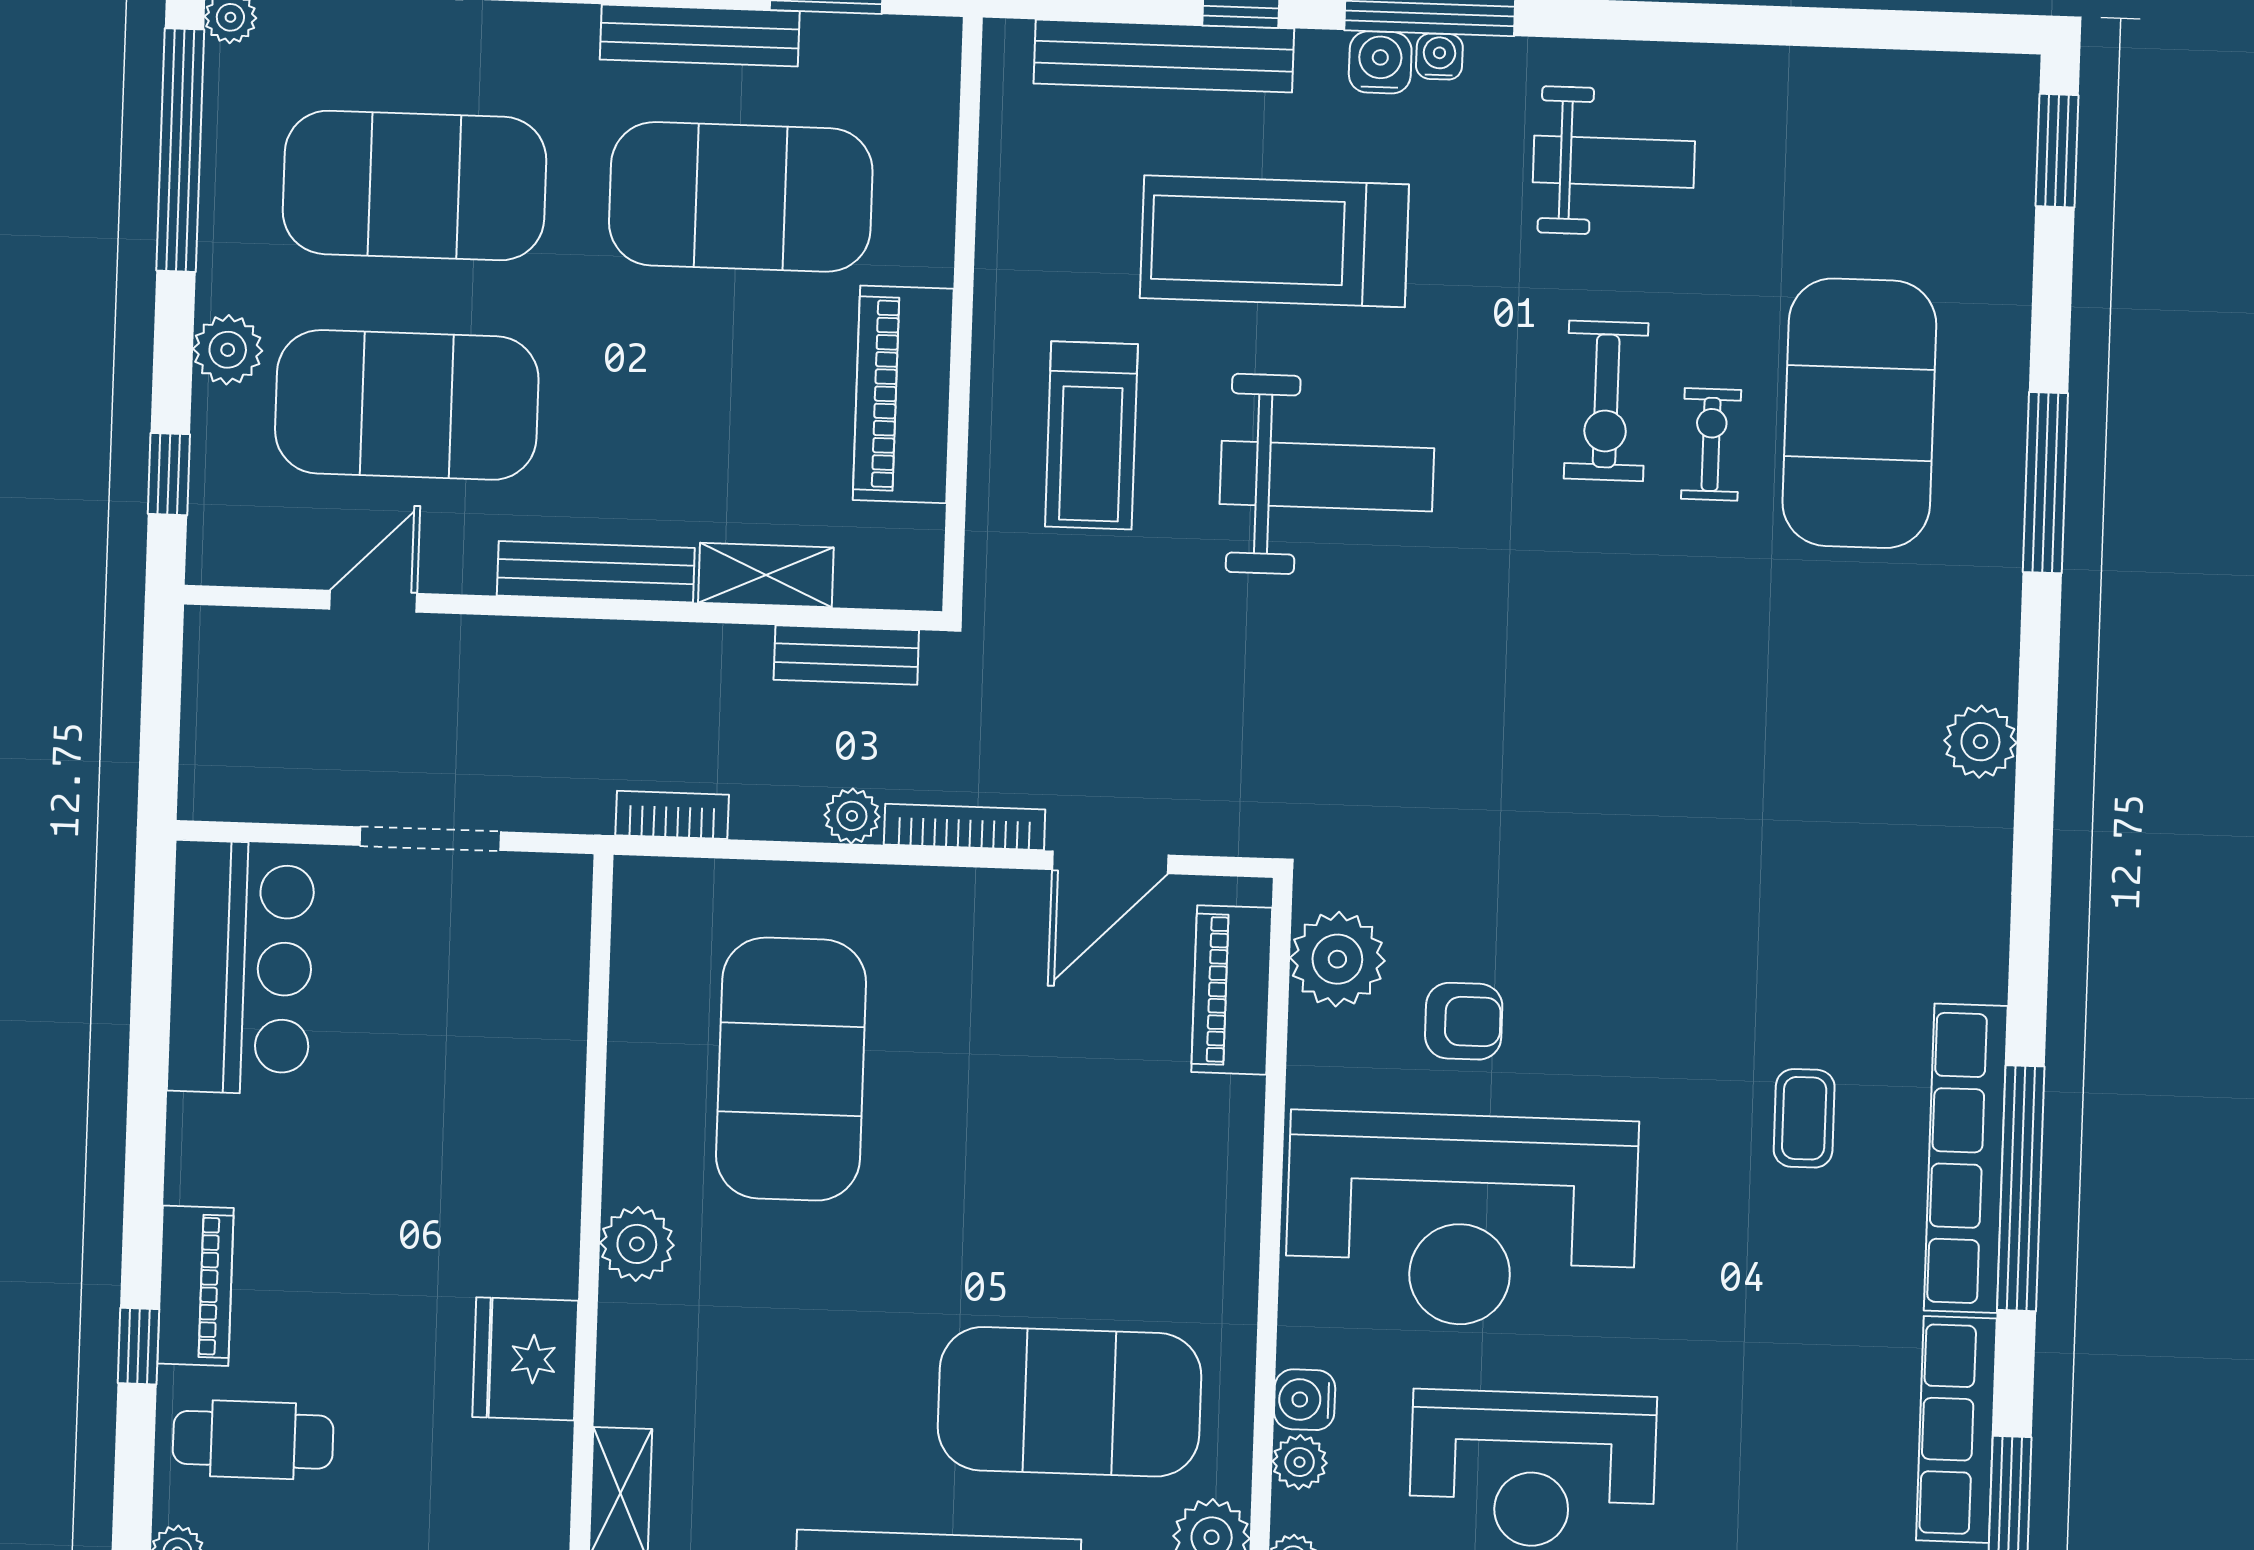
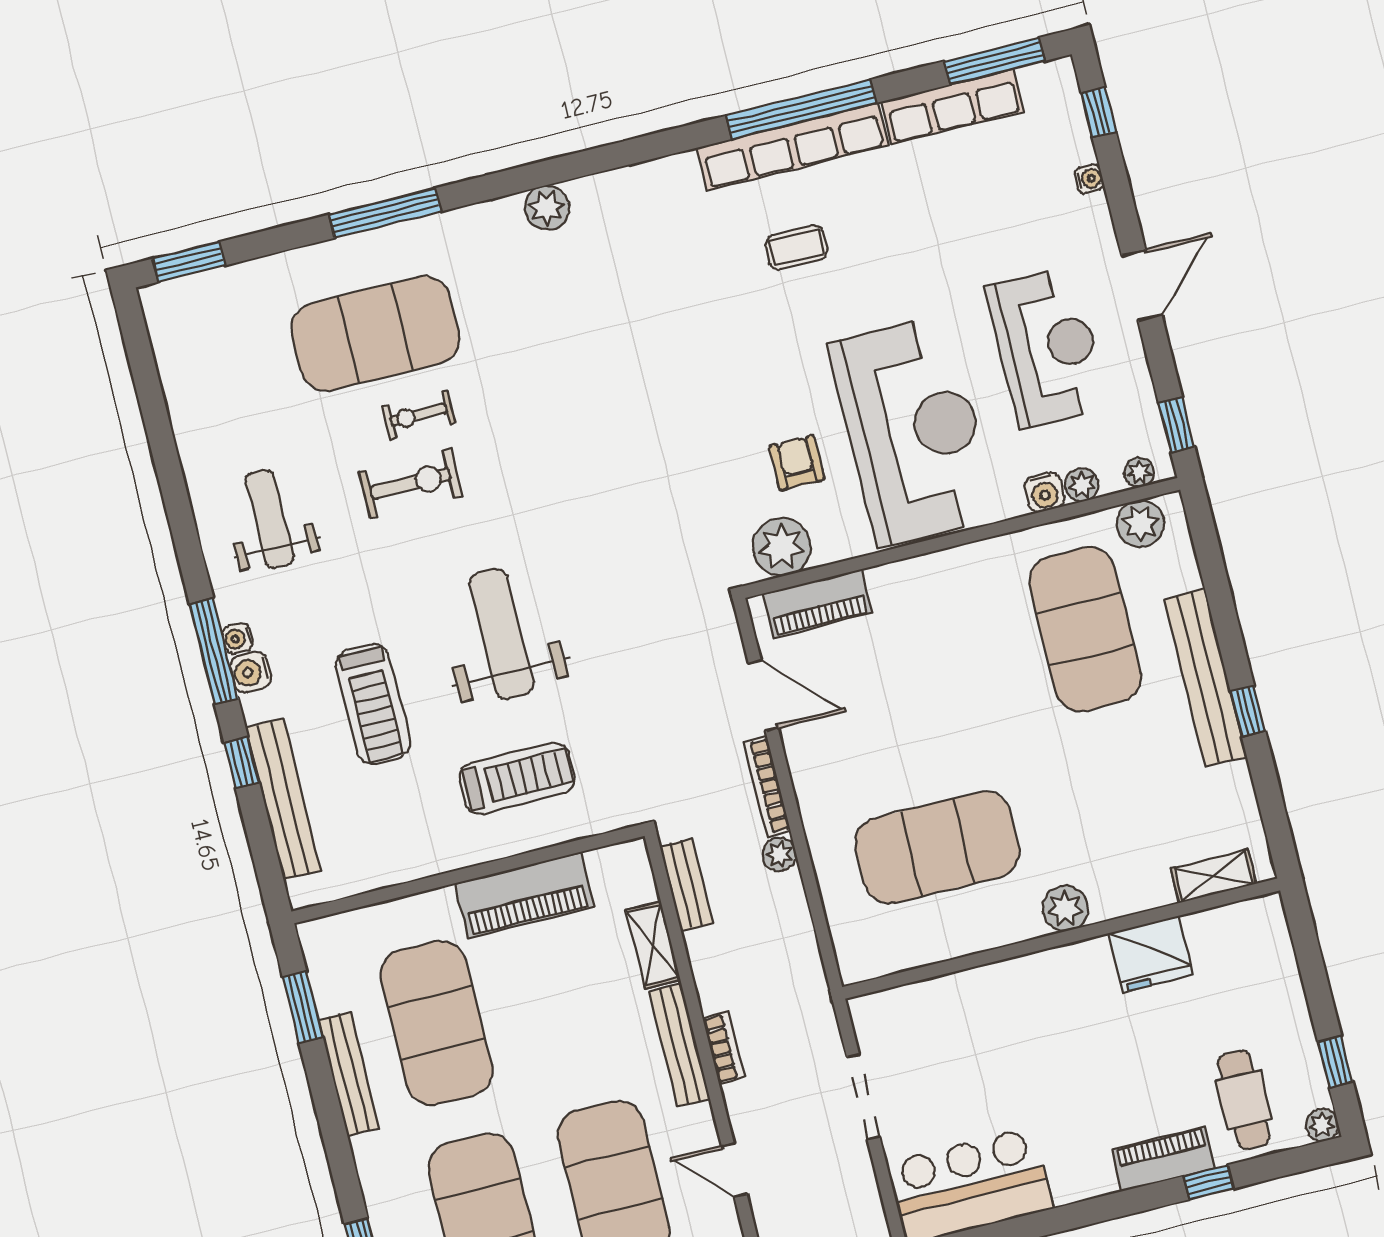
treadmill: (1274, 241) -> (373, 704), width x0.73, depth x0.73
bookcase: (672, 815) -> (724, 1048), moved, turned 180

